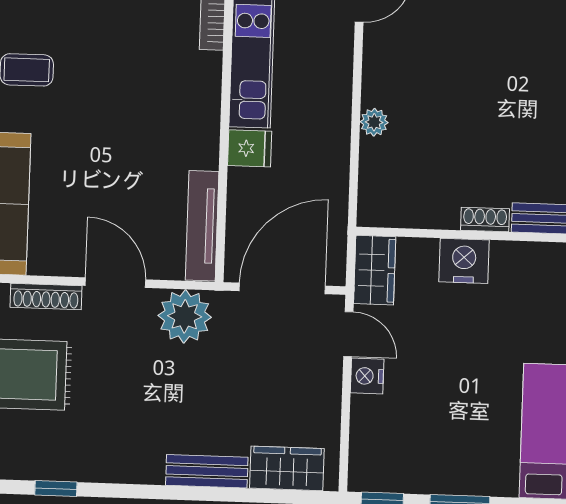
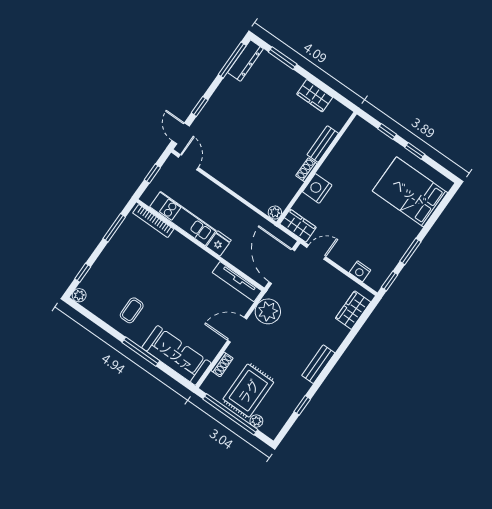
plant: (374, 122) -> (275, 213), moved
shoe rack: (46, 297) -> (222, 364), width x0.70
nightstand: (367, 376) -> (360, 271), moved
bench: (207, 471) -> (318, 364), moved

